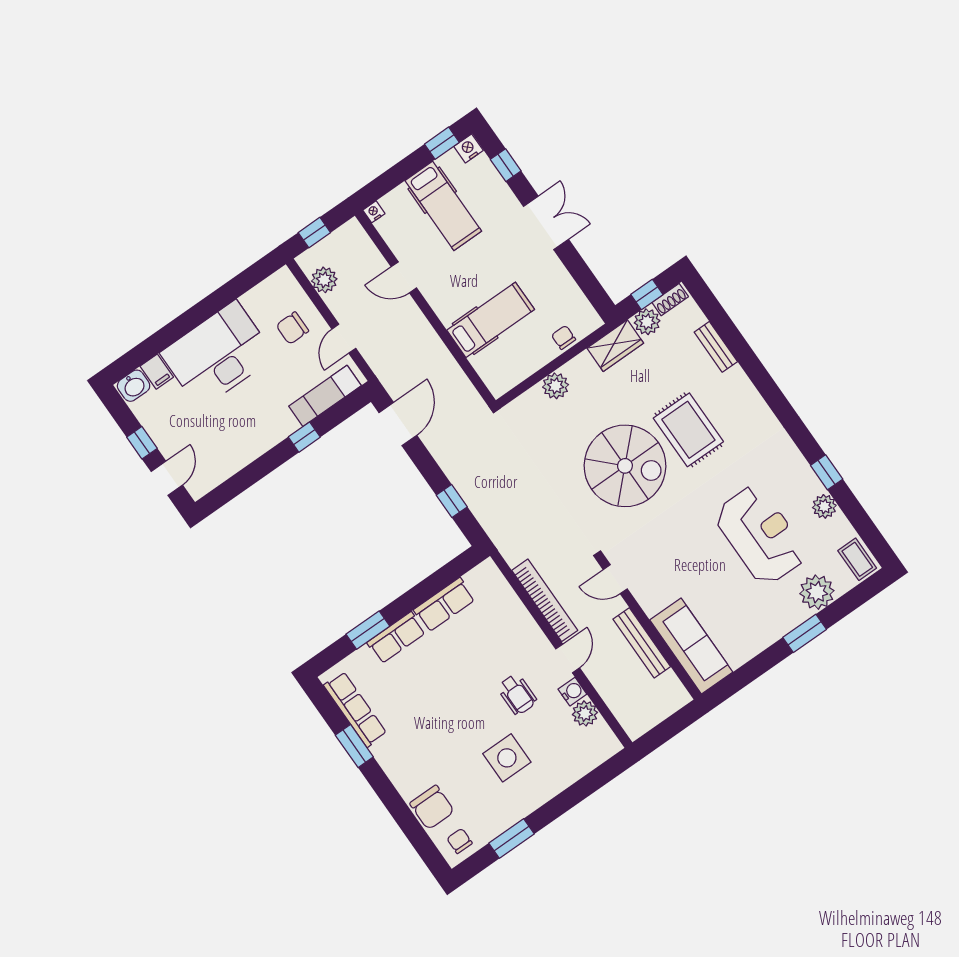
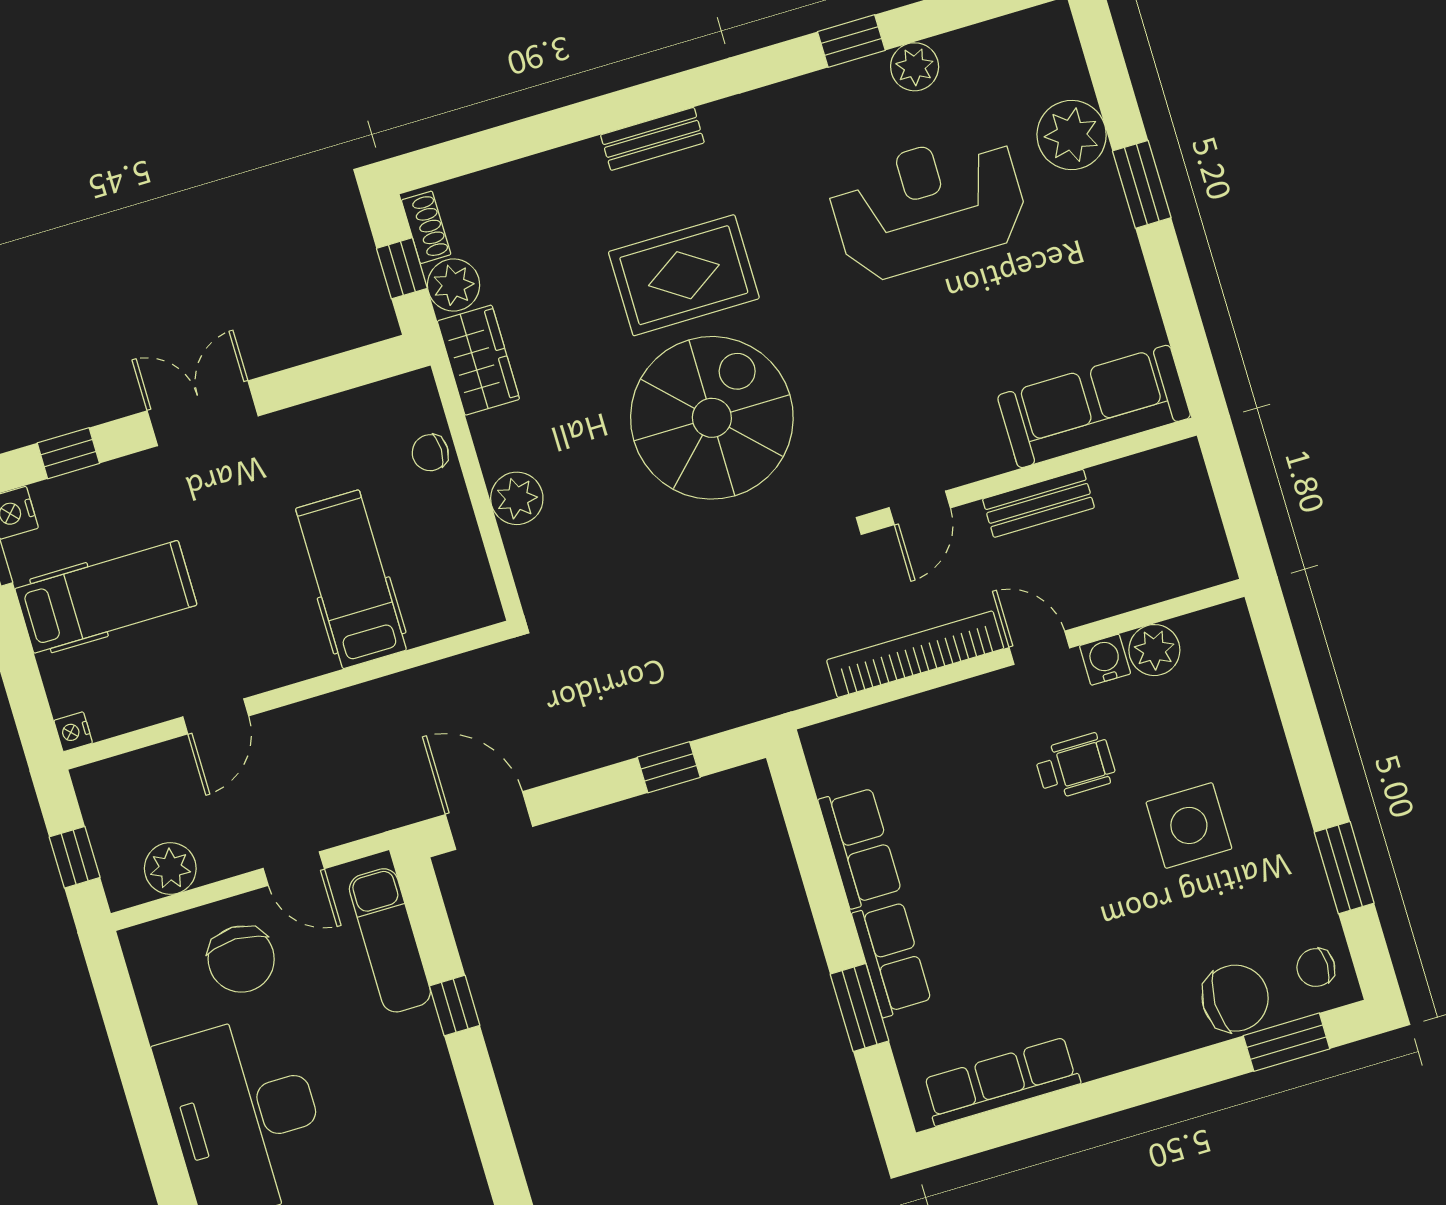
chair: (292, 328) -> (241, 959), width x1.37, depth x1.37
bench: (716, 347) -> (652, 139), moved
coffee table: (857, 559) -> (1035, 38), removed
bench: (642, 643) -> (1038, 503), width x0.73
window: (354, 746) -> (1287, 1042), moved

